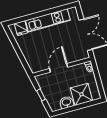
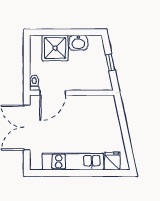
door: (59, 68) -> (53, 93), moved

